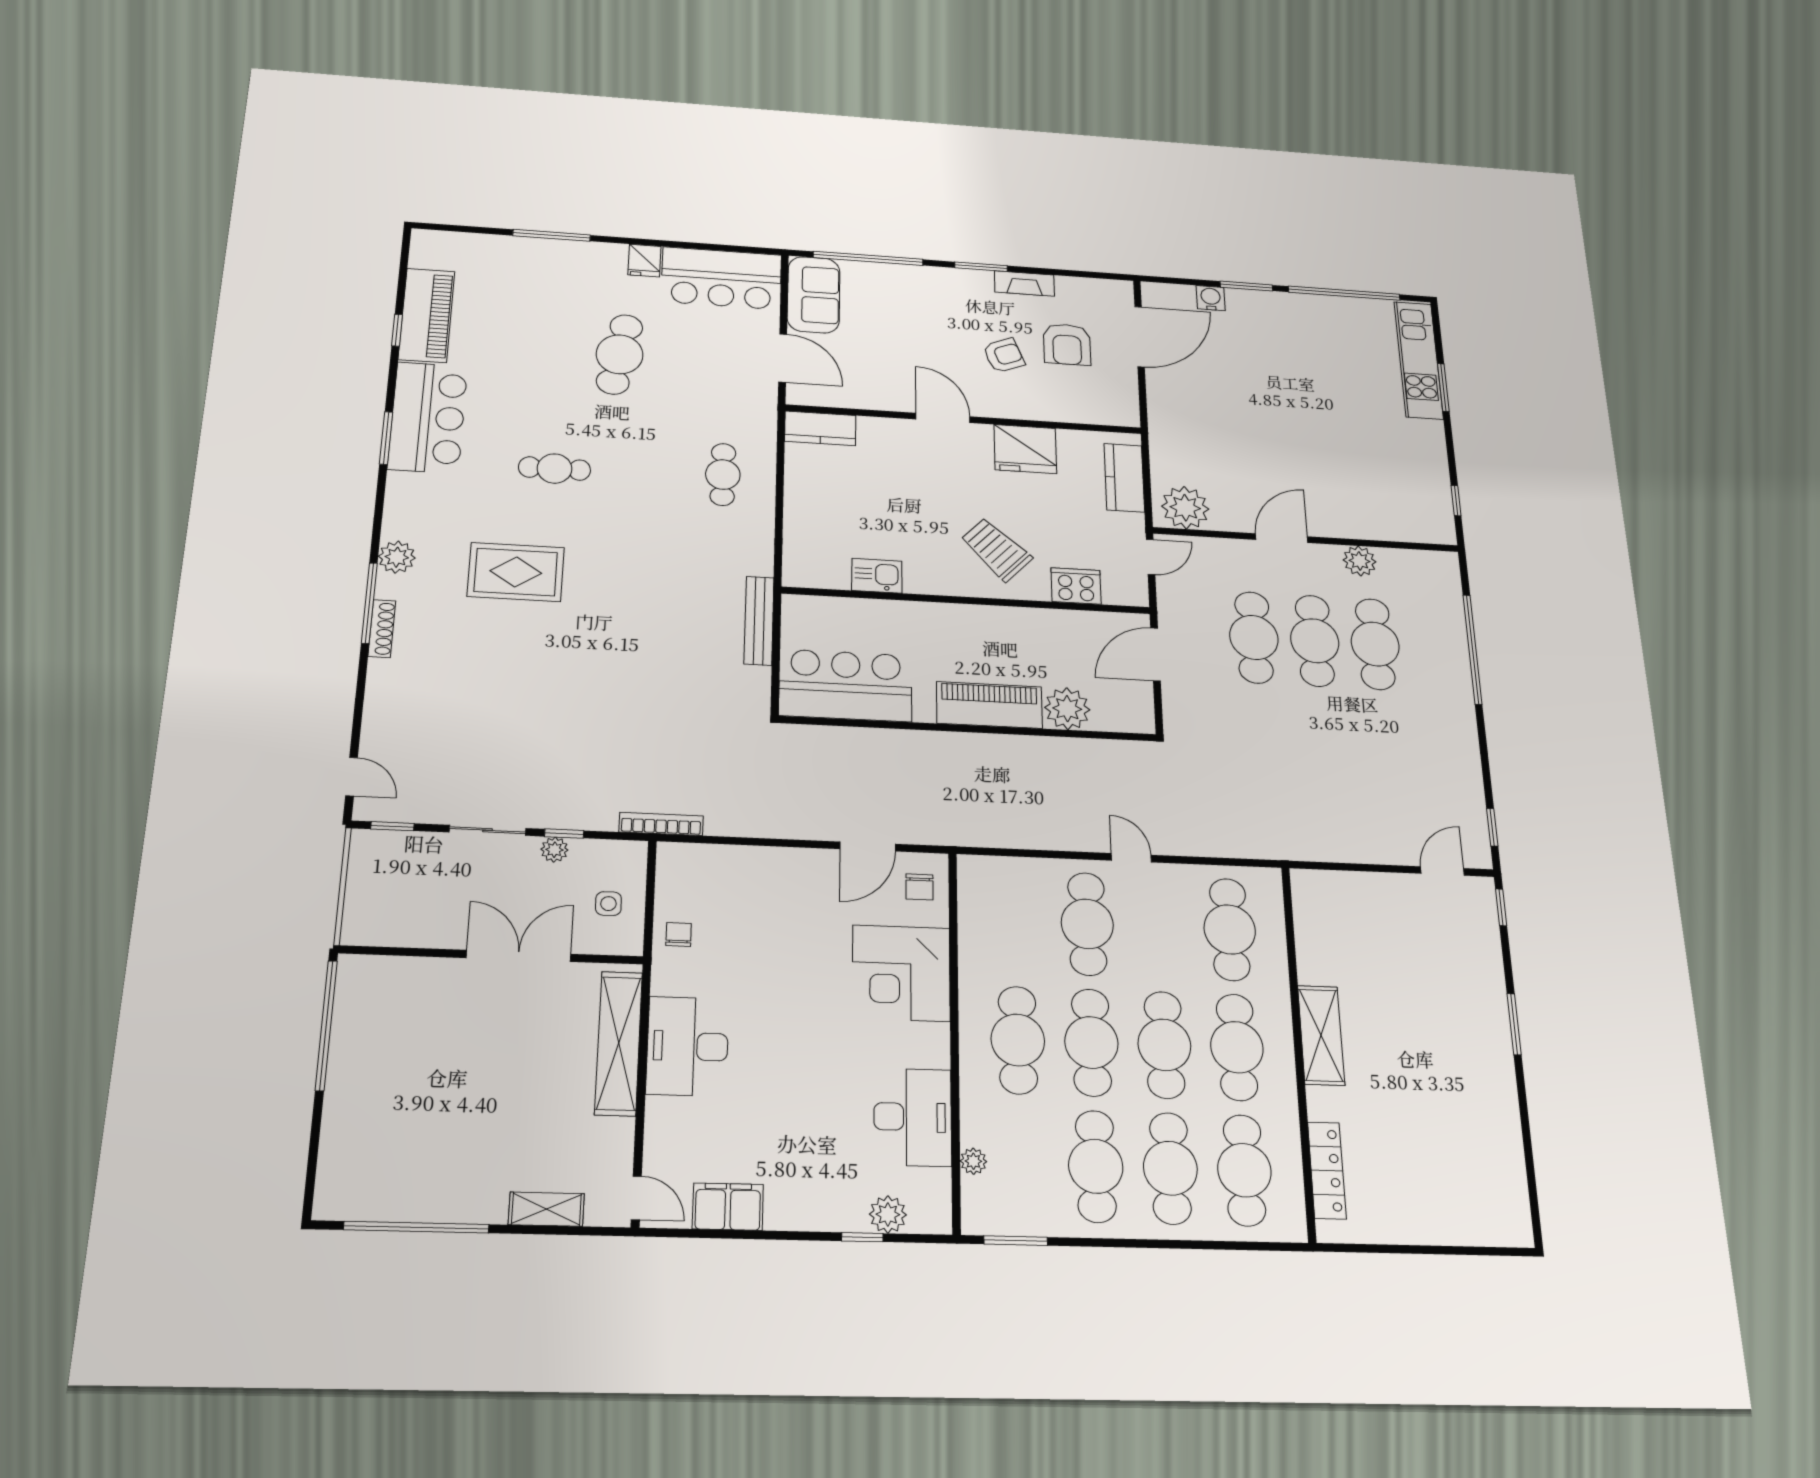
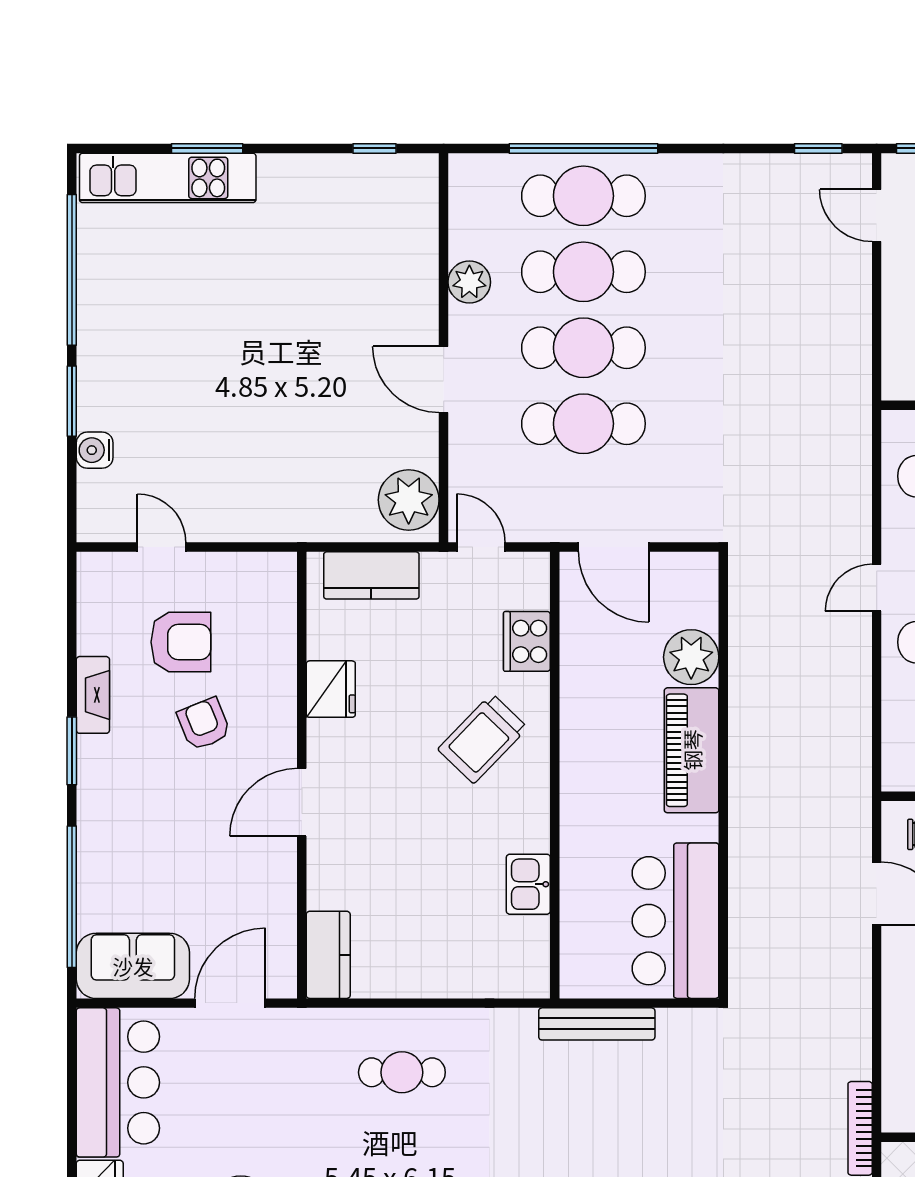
door: (1140, 337) -> (162, 547), width x0.53
fridge: (1025, 449) -> (331, 689), width x0.73, depth x0.75
cafe table: (1435, 647) -> (583, 196), added

